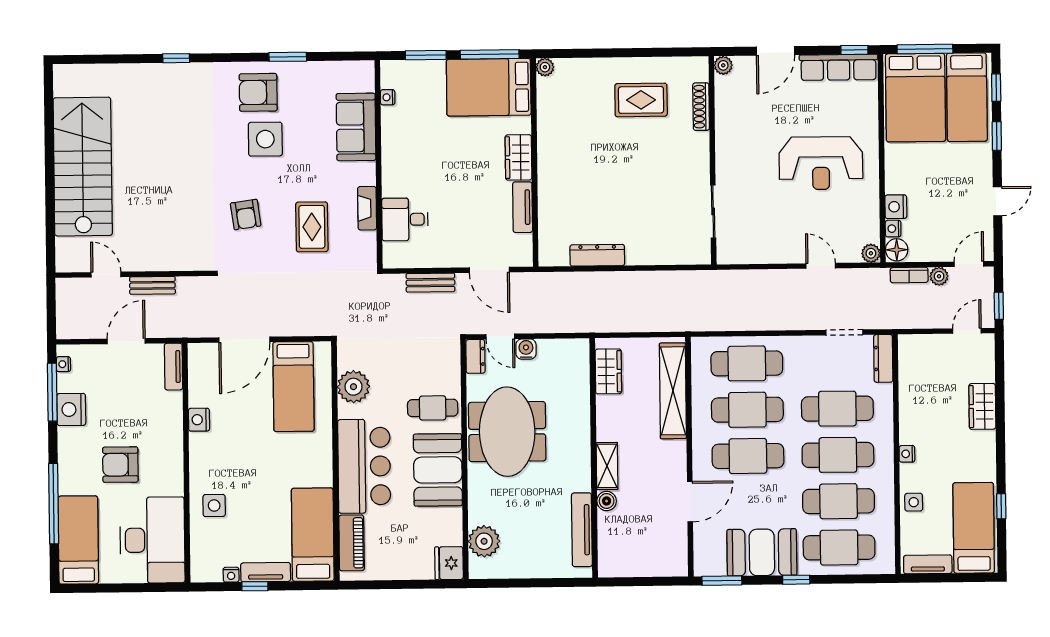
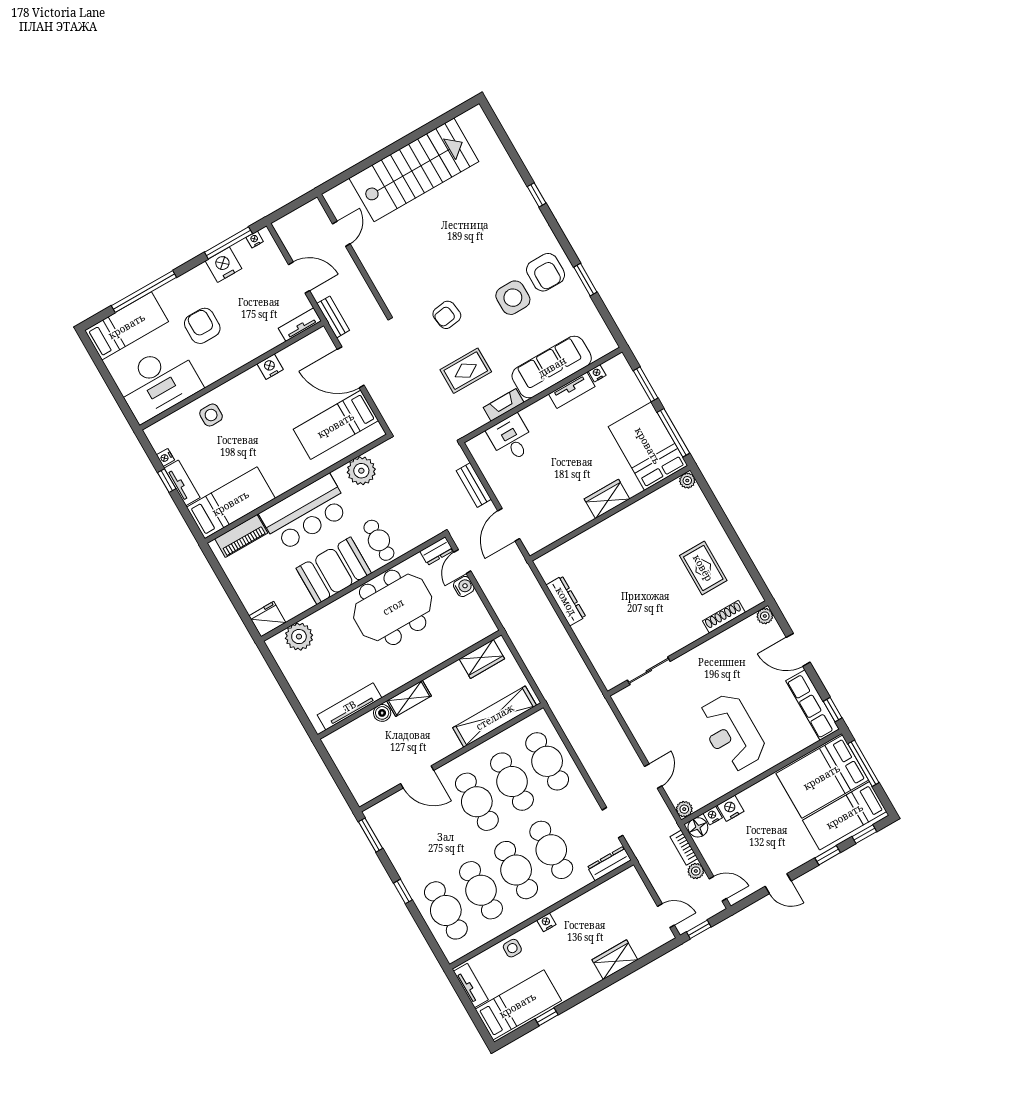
armchair: (258, 92) -> (546, 272), turned 180
sofa: (356, 127) -> (552, 367), width x1.36
tv unit: (523, 207) -> (572, 390), moved, turned 180
bench: (152, 285) -> (333, 317), moved
booth: (762, 552) -> (409, 854), removed

